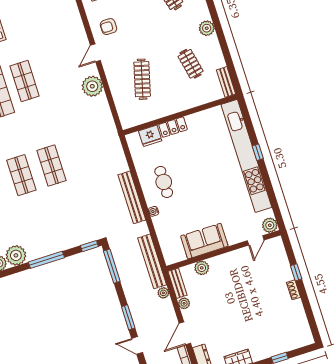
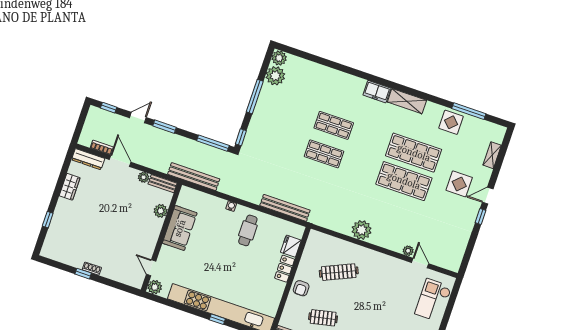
armchair: (109, 27) -> (301, 288), moved, turned 180
door: (95, 53) -> (420, 263), moved
clothes rail: (142, 79) -> (339, 272), turned -39
shop shelf: (25, 81) -> (404, 181), width x1.43, depth x1.36
cafe table: (164, 182) -> (248, 230), turned 90
bench: (132, 197) -> (285, 208), moved
window: (296, 272) -> (83, 274), moved
plant: (163, 293) -> (408, 251), moved

